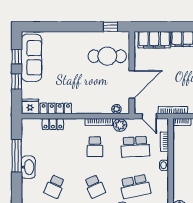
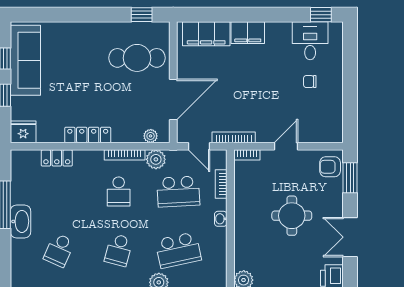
locker: (56, 108) -> (88, 135), moved
school desk: (95, 187) -> (119, 250), turned 39

